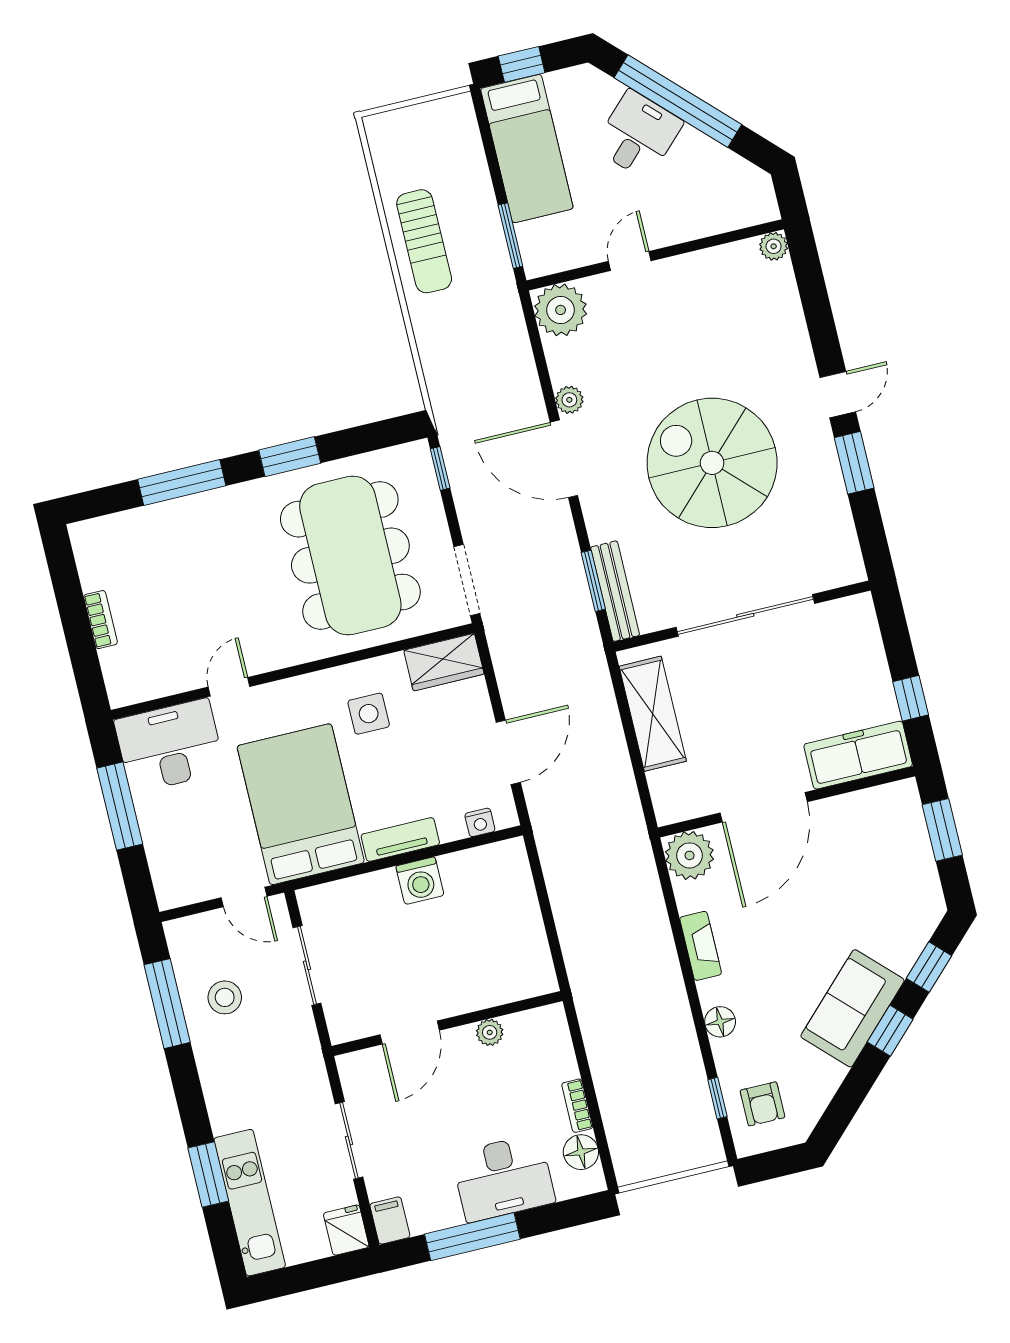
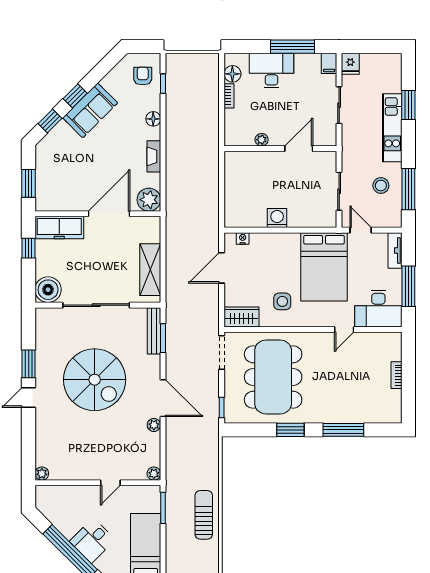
plant: (561, 310) -> (154, 474), width x0.53, depth x0.53
boiler: (851, 623) -> (48, 290), added
tv unit: (400, 840) -> (395, 250), moved, turned 90
kitchen unit: (250, 1203) -> (392, 128), moved

